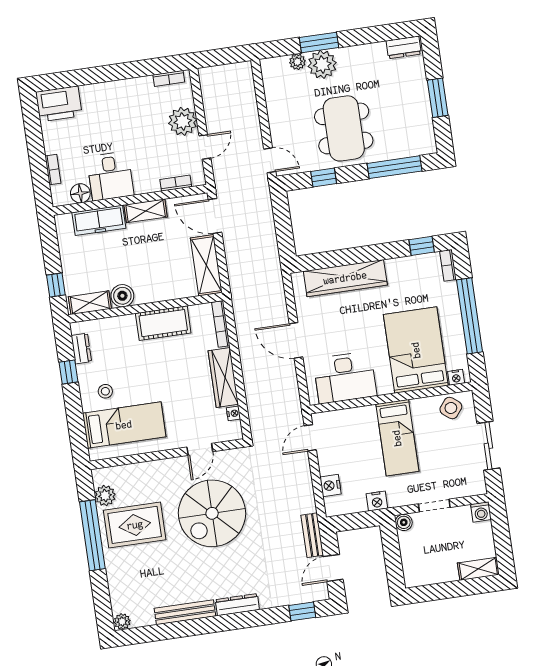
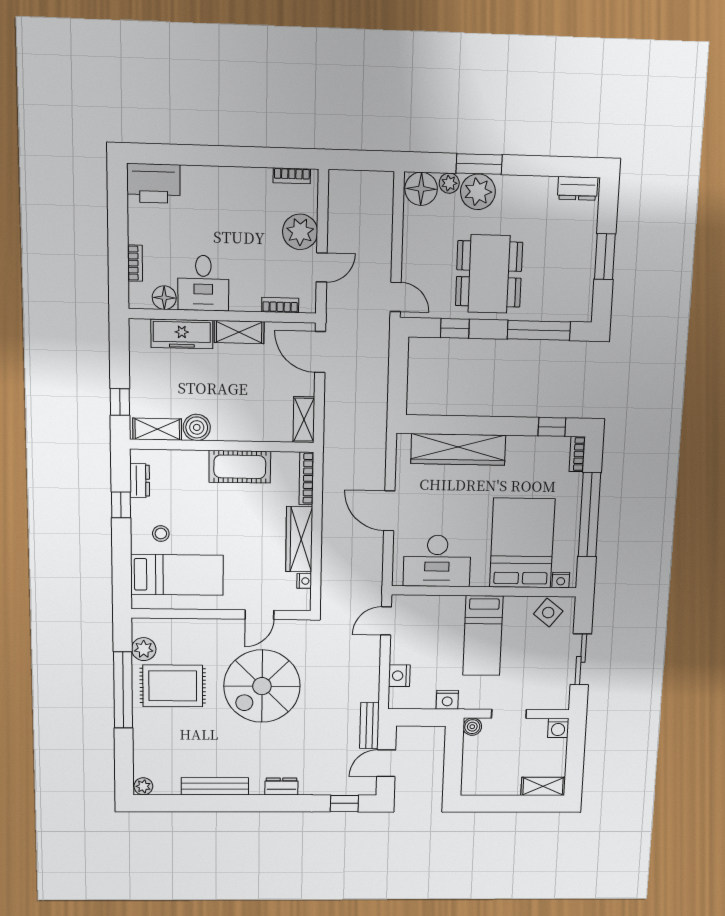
floor lamp: (275, 70) -> (421, 189), added
shelving: (206, 265) -> (304, 420), width x0.67, depth x0.75
dresser: (237, 605) -> (281, 787), width x0.70

